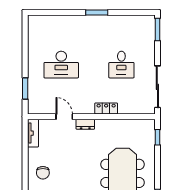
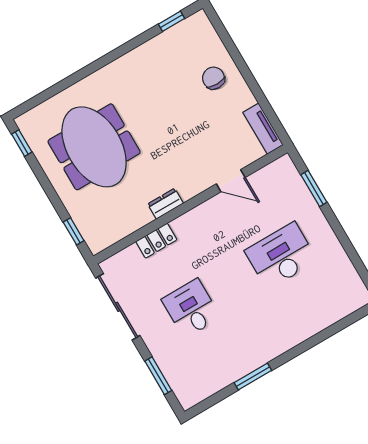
window: (97, 12) -> (253, 377), moved
window: (157, 30) -> (158, 376), moved
locker: (106, 108) -> (156, 241), moved
dresser: (85, 124) -> (166, 204), moved

